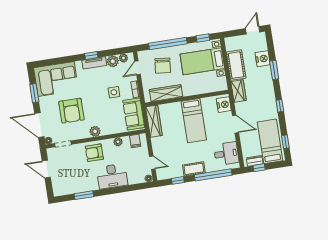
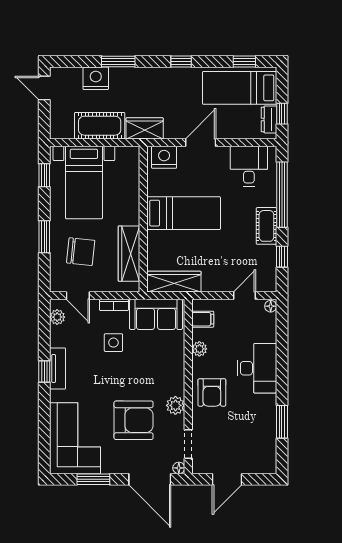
window: (168, 43) -> (44, 237), width x0.47
plant: (113, 61) -> (60, 336), removed
door: (39, 125) -> (150, 479), hinge flipped
plant: (95, 131) -> (175, 405), moved

